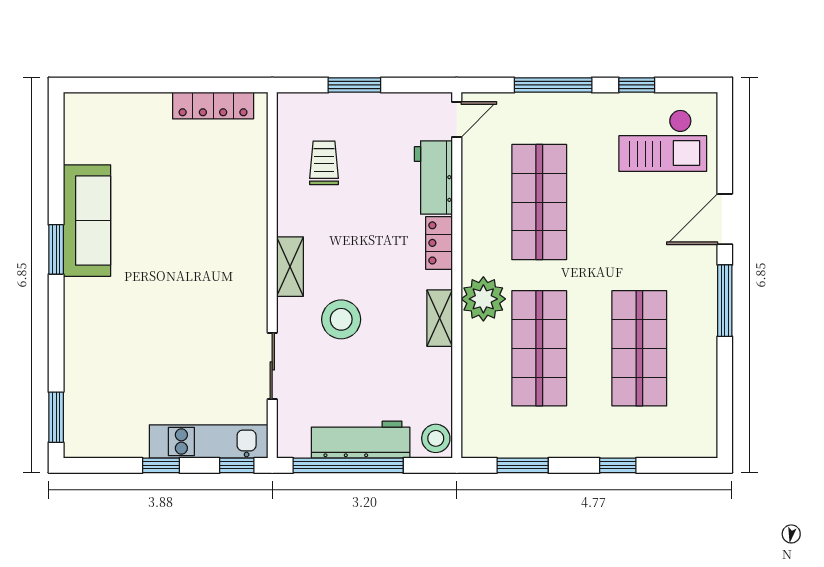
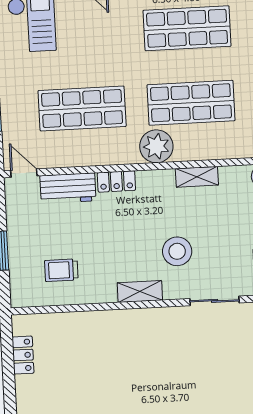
locker: (213, 106) -> (23, 355), width x0.66
shelving: (440, 318) -> (197, 177), moved

